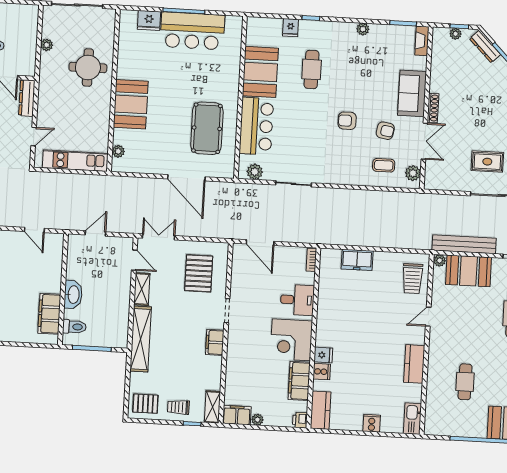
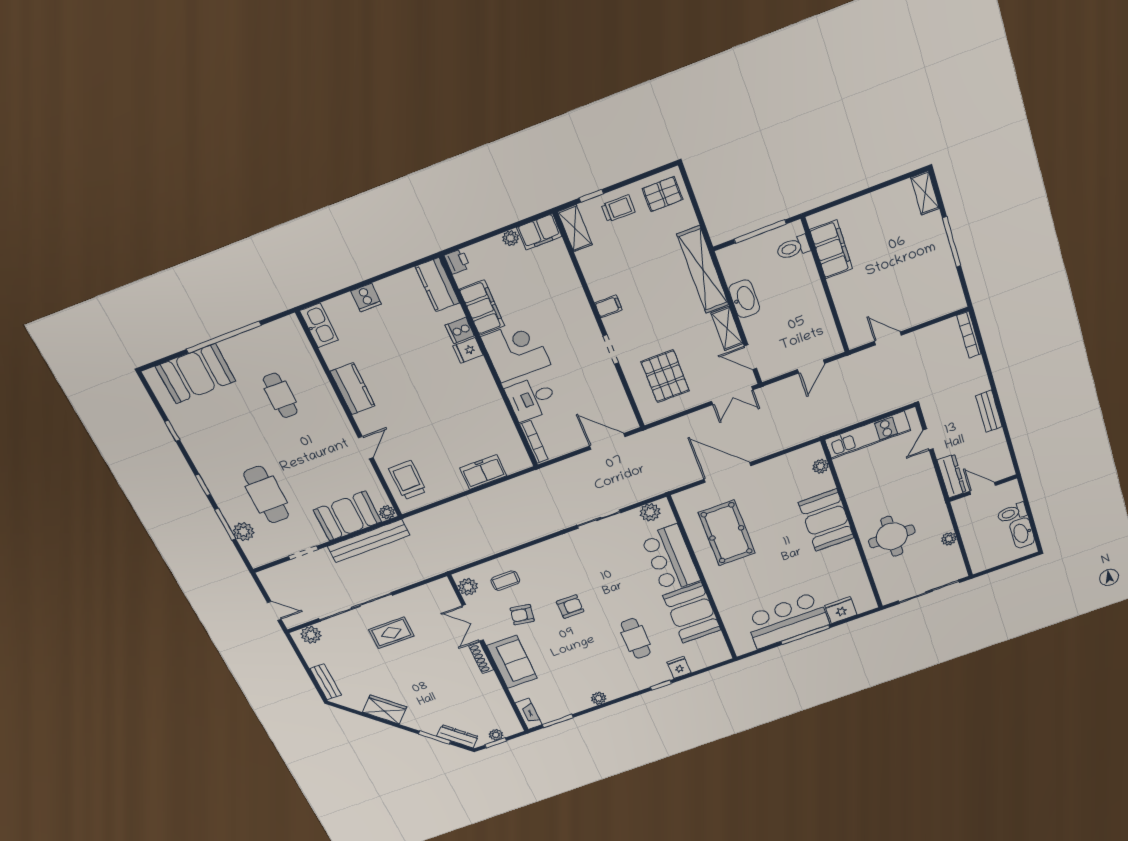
bookcase: (311, 260) -> (534, 442), width x1.56
washbasin: (73, 295) -> (744, 299), moved, turned 180
filing cabinet: (215, 342) -> (608, 306), width x0.50

